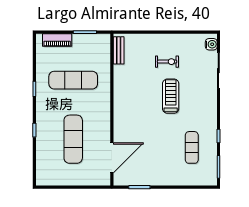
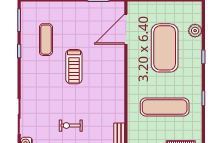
treadmill: (171, 96) -> (74, 67), moved
exercise mat: (73, 139) -> (165, 48), width x1.47
plant: (43, 156) -> (195, 31), added

